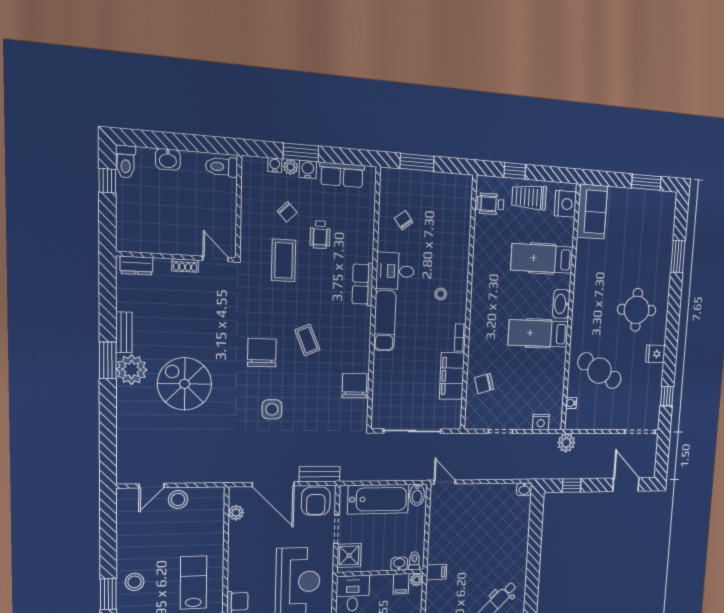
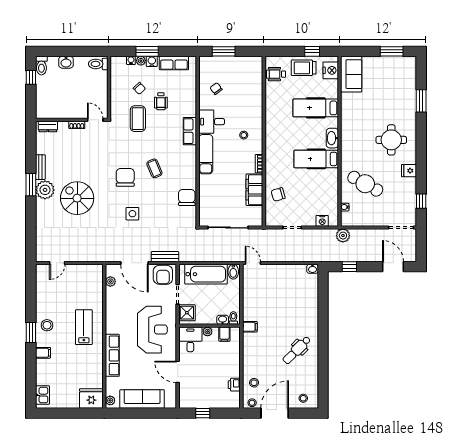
window: (515, 171) -> (312, 51), moved
stool: (178, 499) -> (74, 272), removed
plant: (417, 580) -> (208, 332), moved

